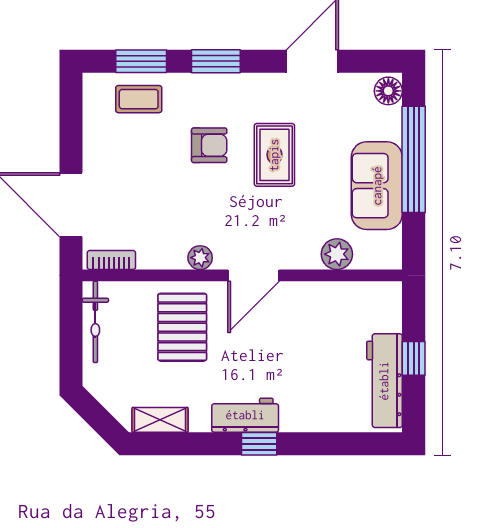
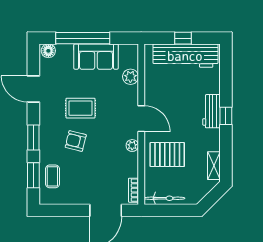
armchair: (209, 145) -> (76, 141), turned -76
workbench: (384, 381) -> (185, 56), width x1.36, depth x1.32
workbench: (245, 415) -> (212, 111), moved

